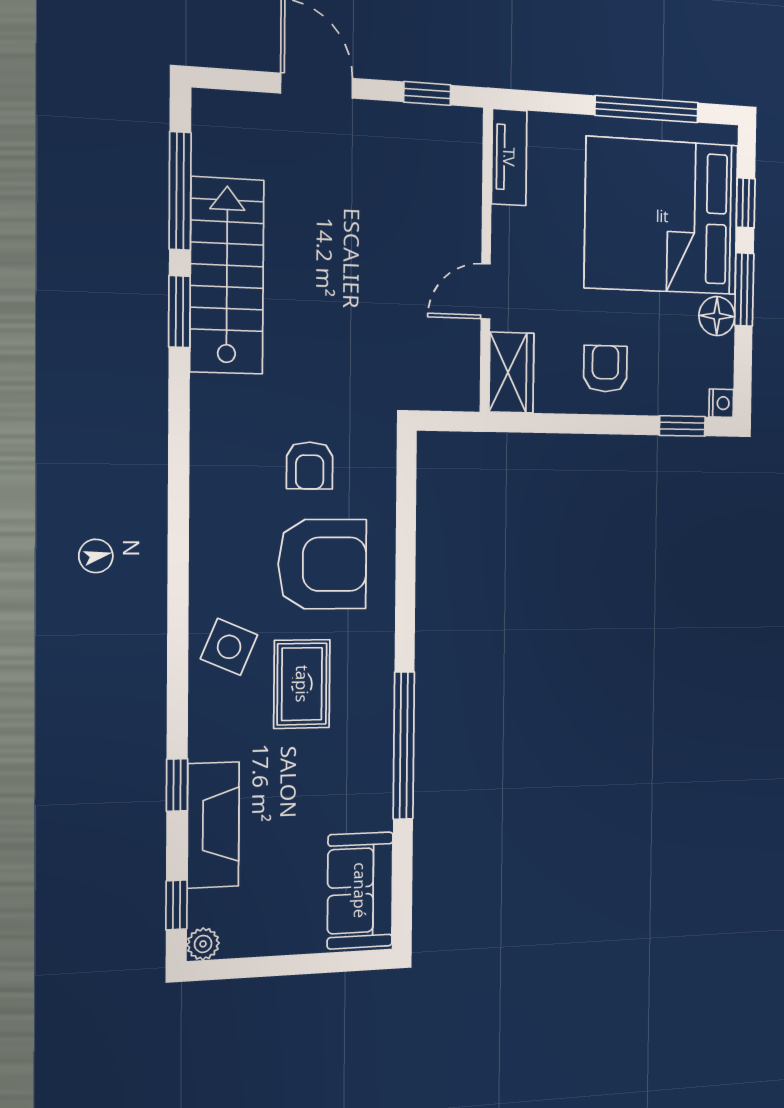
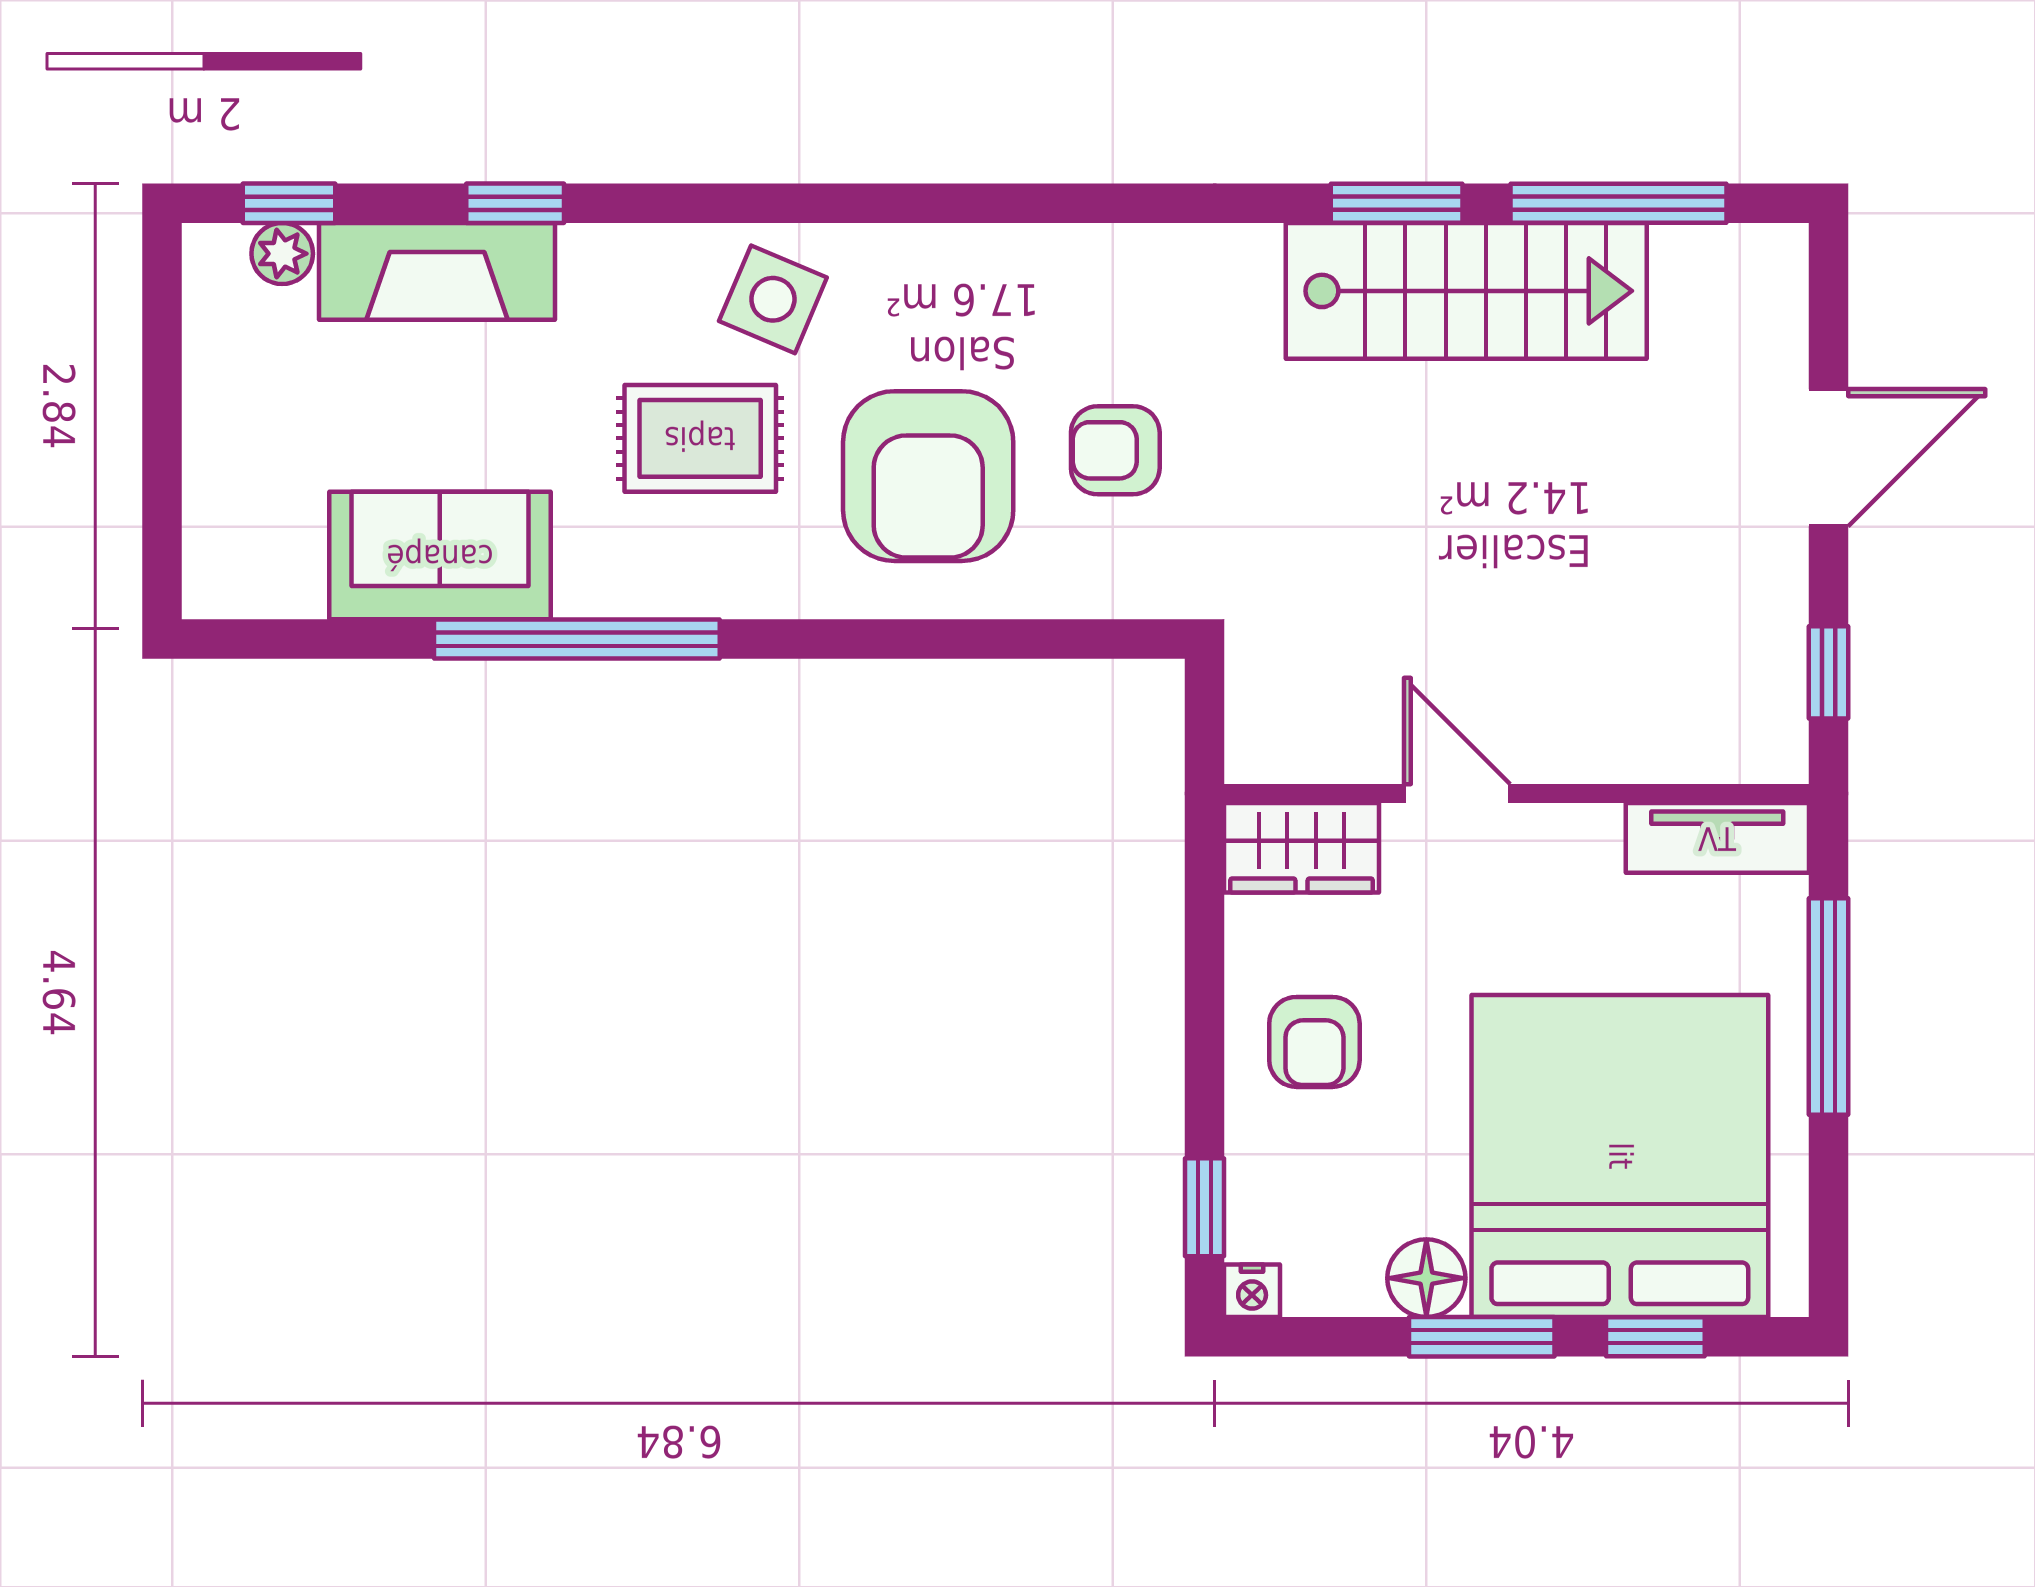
window: (647, 109) -> (1828, 1007), moved
armchair: (605, 369) -> (1314, 1042), turned 90
sofa: (360, 890) -> (440, 556), moved
plant: (203, 944) -> (282, 254), moved

